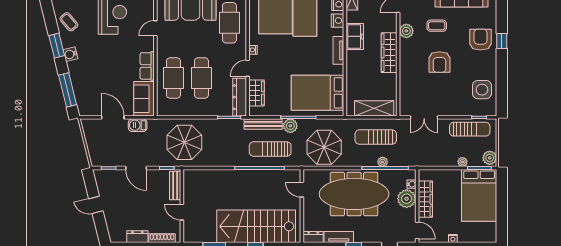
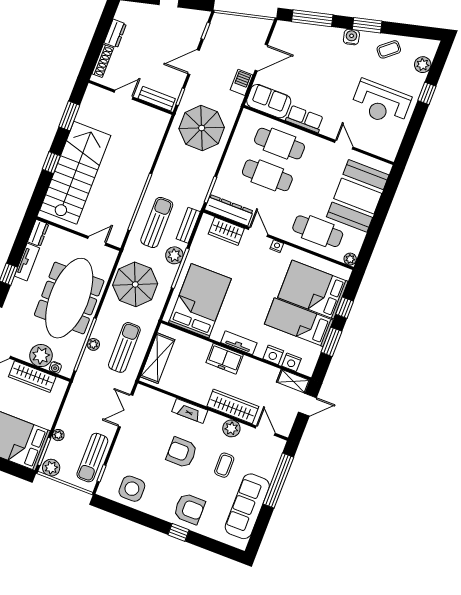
freezer: (355, 36) -> (225, 359), moved
wardrobe: (389, 53) -> (233, 406), moved
fireplace: (405, 68) -> (190, 411), added
bench: (263, 124) -> (188, 225), width x0.73

